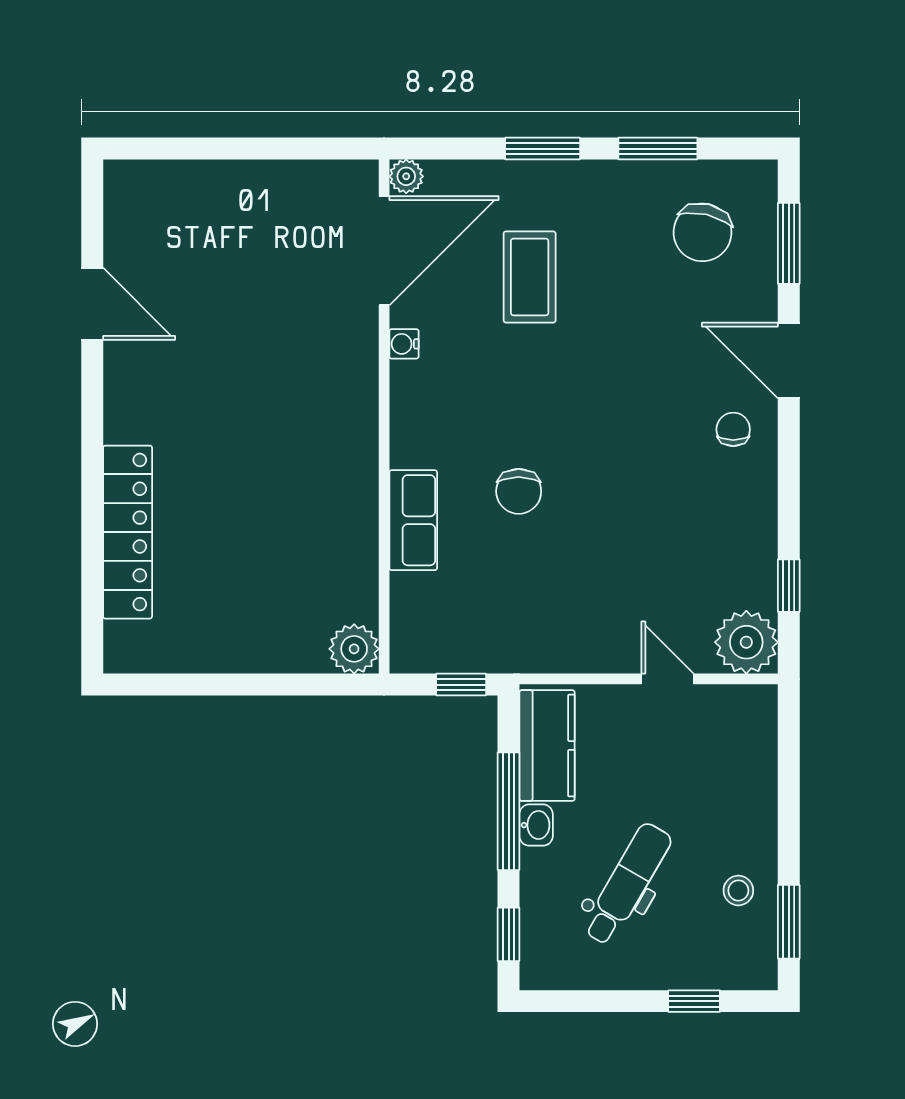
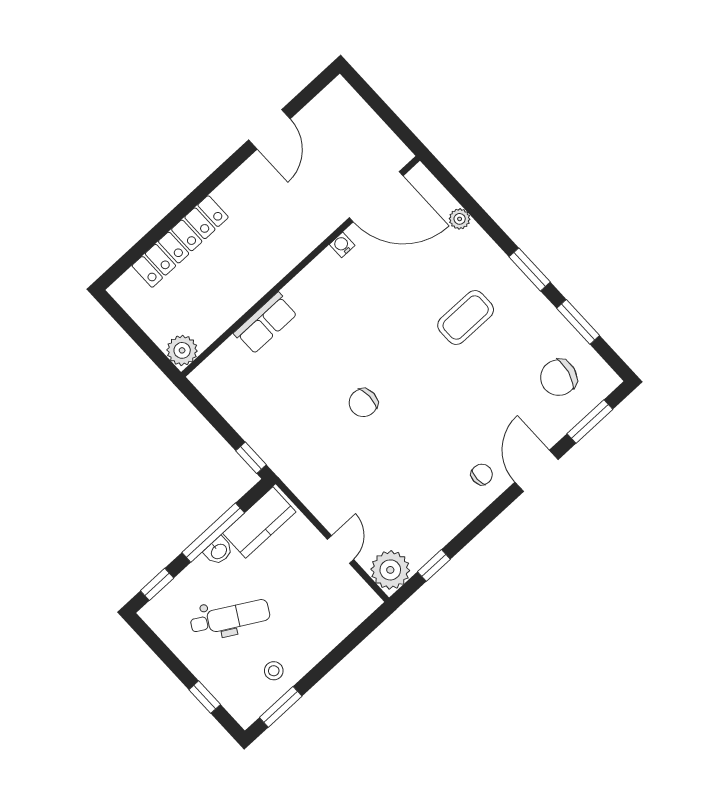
door: (384, 251) -> (376, 197), moved
water cooler: (404, 344) -> (342, 245), moved
wall: (384, 417) -> (301, 266), moved
row of seats: (413, 520) -> (266, 323), moved
plant: (354, 649) -> (182, 350), moved

